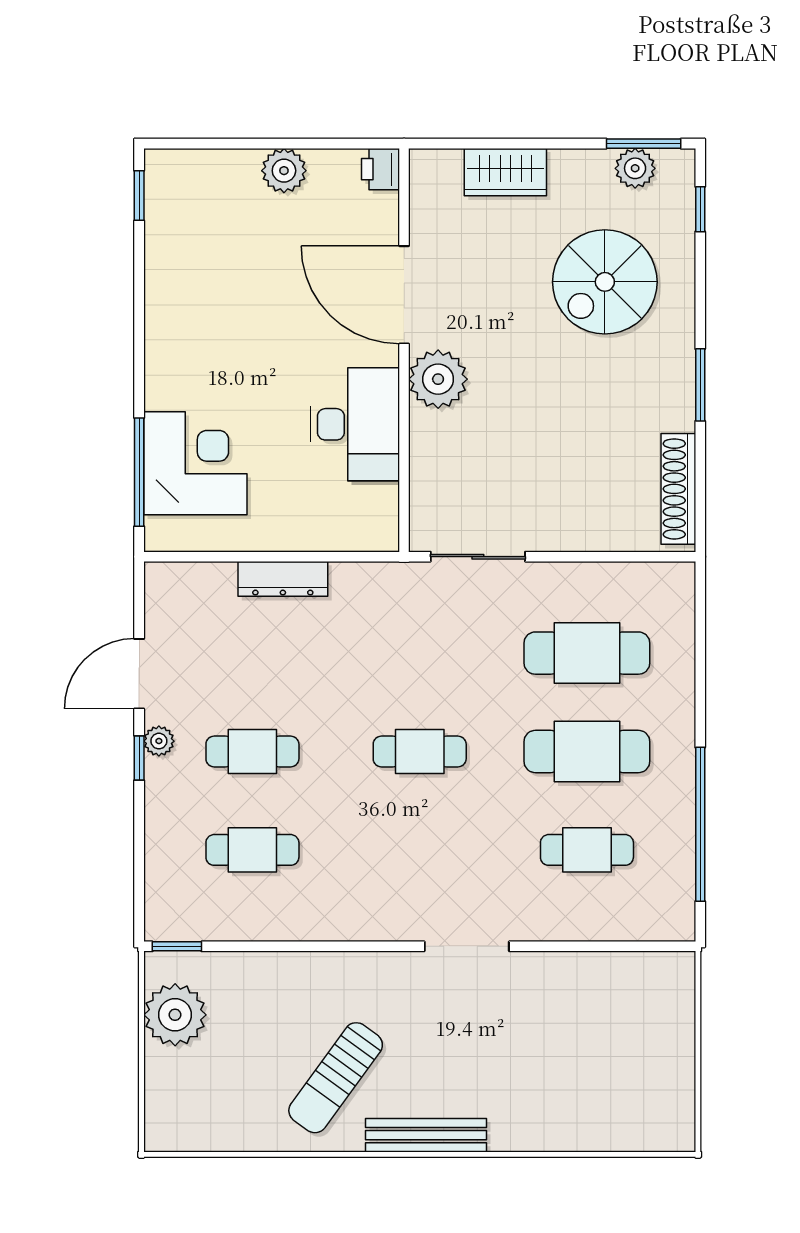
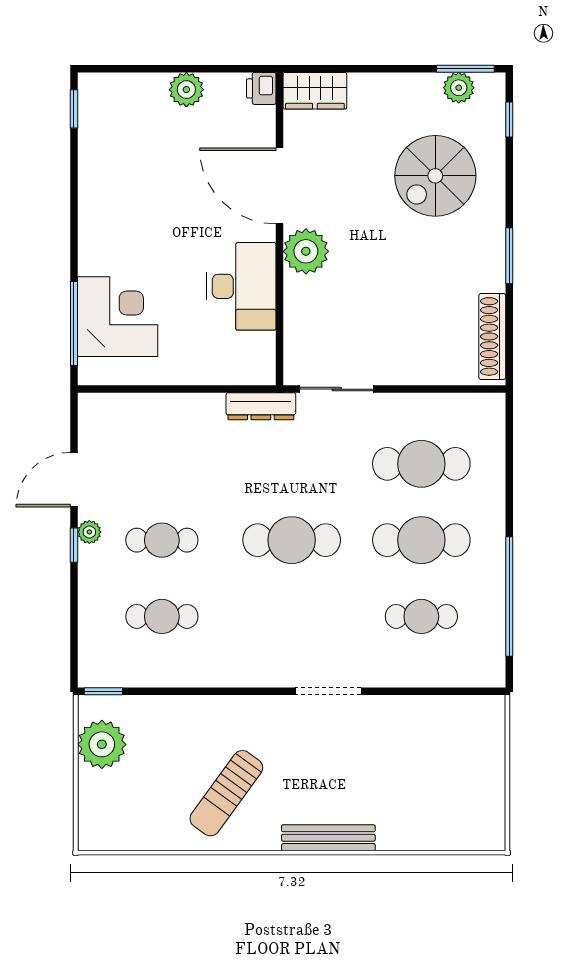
wardrobe: (505, 172) -> (315, 91), moved
dresser: (283, 579) -> (261, 406), moved
cafe table: (420, 752) -> (292, 540), width x1.37, depth x1.35
bench: (426, 1135) -> (328, 838), moved

